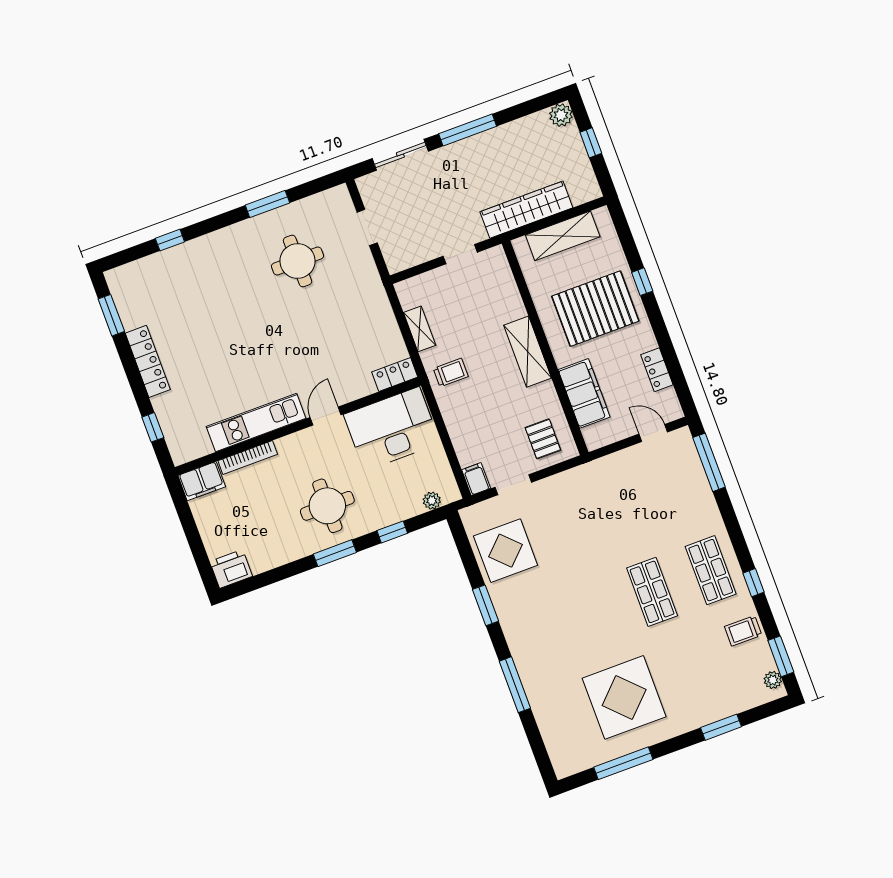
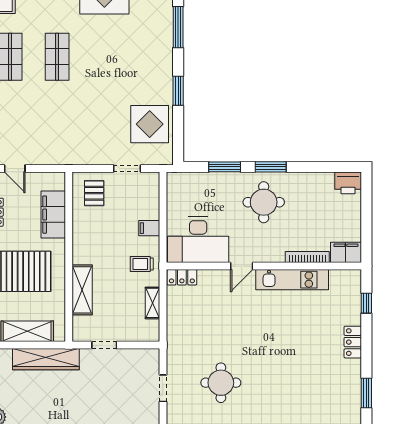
shelving: (528, 352) -> (82, 290), moved
locker: (148, 361) -> (353, 342), width x0.66
filing cabinet: (476, 479) -> (149, 228), moved, turned 90
plant: (432, 501) -> (189, 179), removed
window: (392, 532) -> (225, 167), width x1.50

